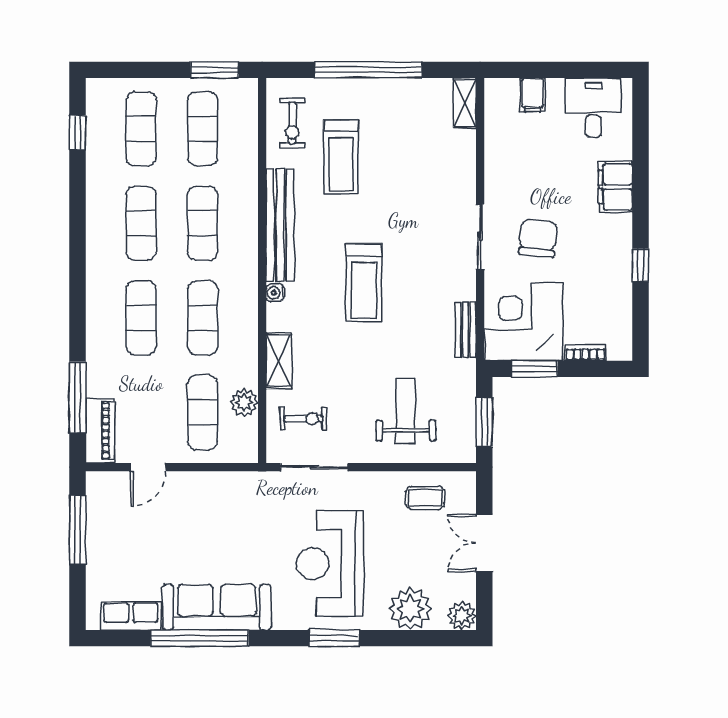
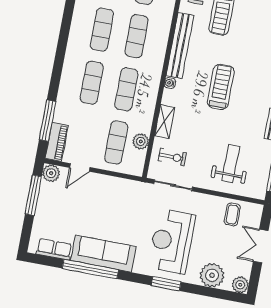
treadmill: (364, 283) -> (221, 87), turned 180
plant: (101, 486) -> (51, 173), added
coffee table: (425, 498) -> (232, 214), turned 90

